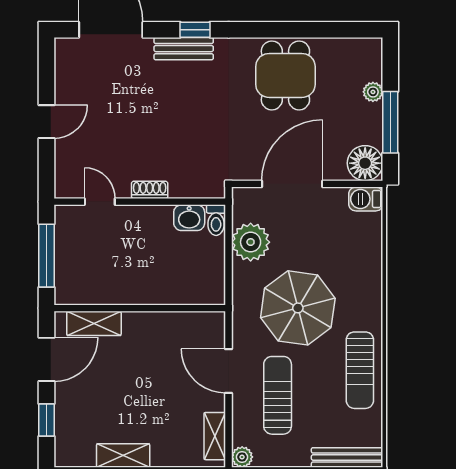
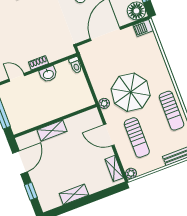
washbasin: (189, 218) -> (48, 74), moved
plant: (251, 242) -> (104, 103), moved, width x0.53, depth x0.53
shelving: (94, 323) -> (52, 131), moved
sun lounger: (278, 395) -> (137, 138), turned 180

